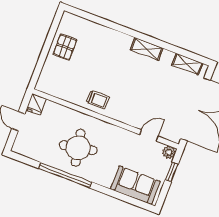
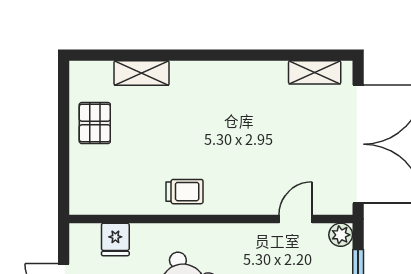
shelving: (147, 49) -> (142, 73), moved
fridge: (36, 104) -> (115, 239), moved

